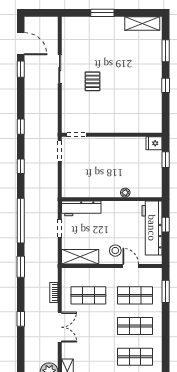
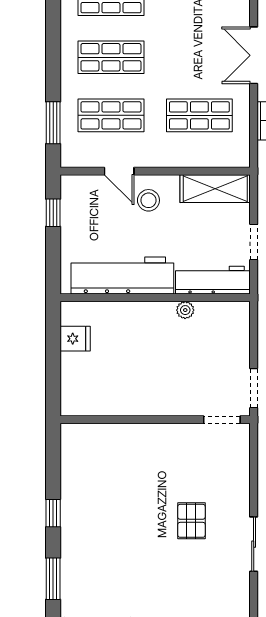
fridge: (154, 143) -> (75, 339), moved
window: (166, 160) -> (53, 373), removed
plant: (125, 193) -> (185, 310), moved
window: (166, 225) -> (53, 213), moved
workbench: (152, 228) -> (122, 275), moved, turned -90

